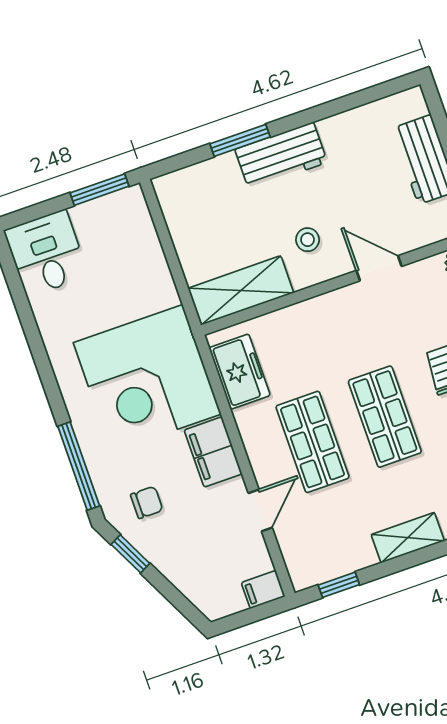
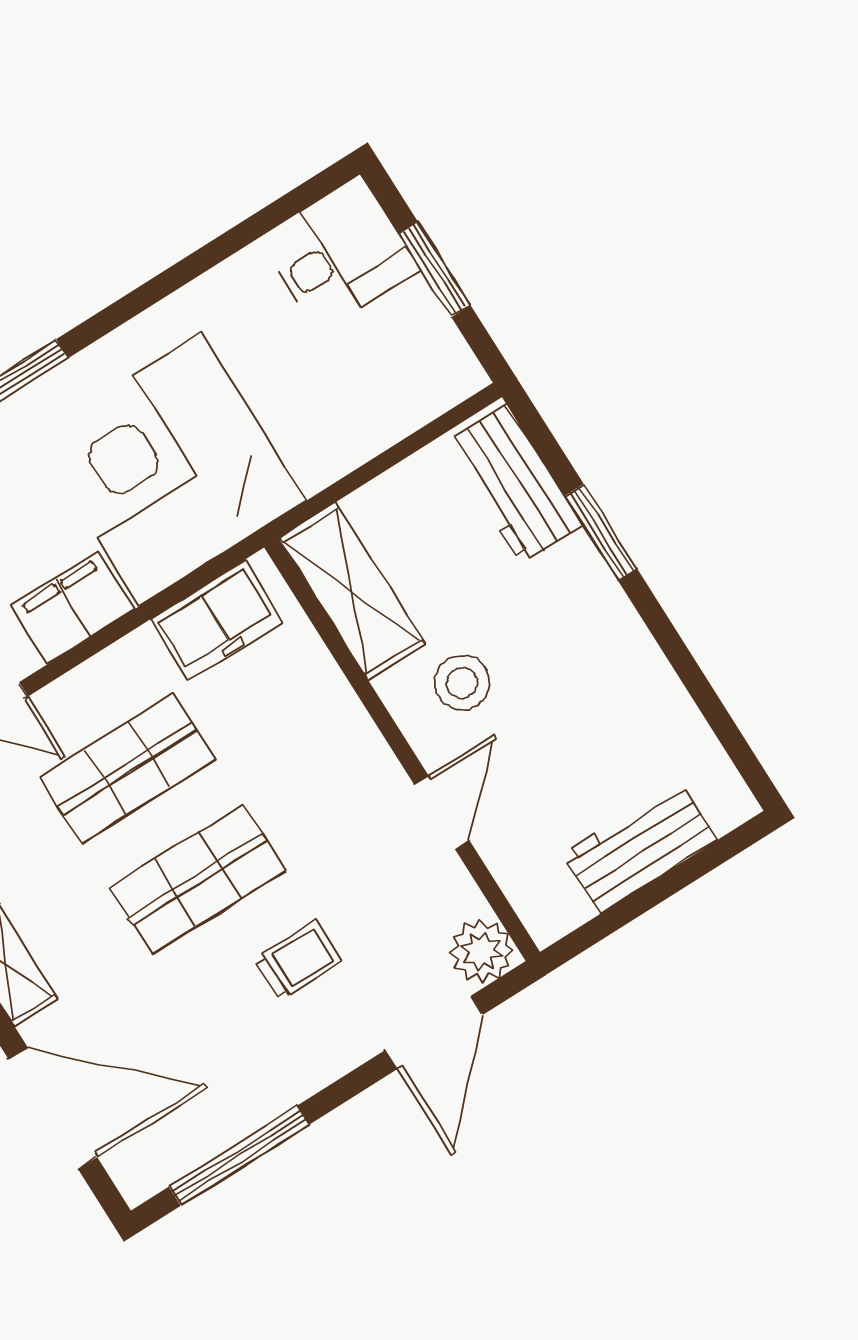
workbench: (281, 156) -> (514, 484), moved
window: (99, 190) -> (435, 269), moved
stool: (308, 240) -> (462, 683), width x1.37, depth x1.37

